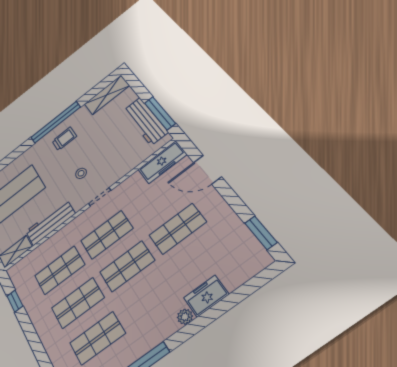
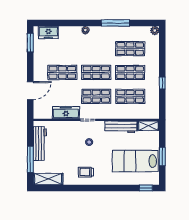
window: (160, 113) -> (30, 159), moved
window: (56, 122) -> (85, 188), removed
freezer: (162, 162) -> (66, 113), moved
door: (207, 170) -> (30, 91), hinge flipped
freezer: (206, 296) -> (48, 32), moved
window: (15, 301) -> (162, 83), moved

